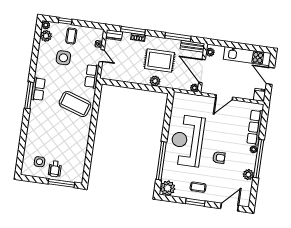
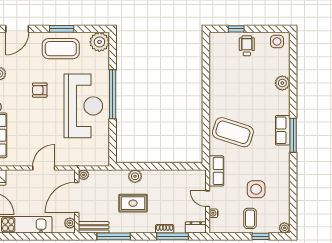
plant: (46, 36) -> (282, 83), moved
rug: (159, 60) -> (133, 203), width x0.73, depth x0.70
door: (202, 71) -> (77, 197), swing flipped
row of seats: (38, 89) -> (283, 130), moved
window: (161, 161) -> (113, 94), moved
side table: (40, 162) -> (277, 41), moved
window: (61, 183) -> (236, 29), width x0.46
coffee table: (198, 187) -> (61, 49), width x1.86, depth x1.72

